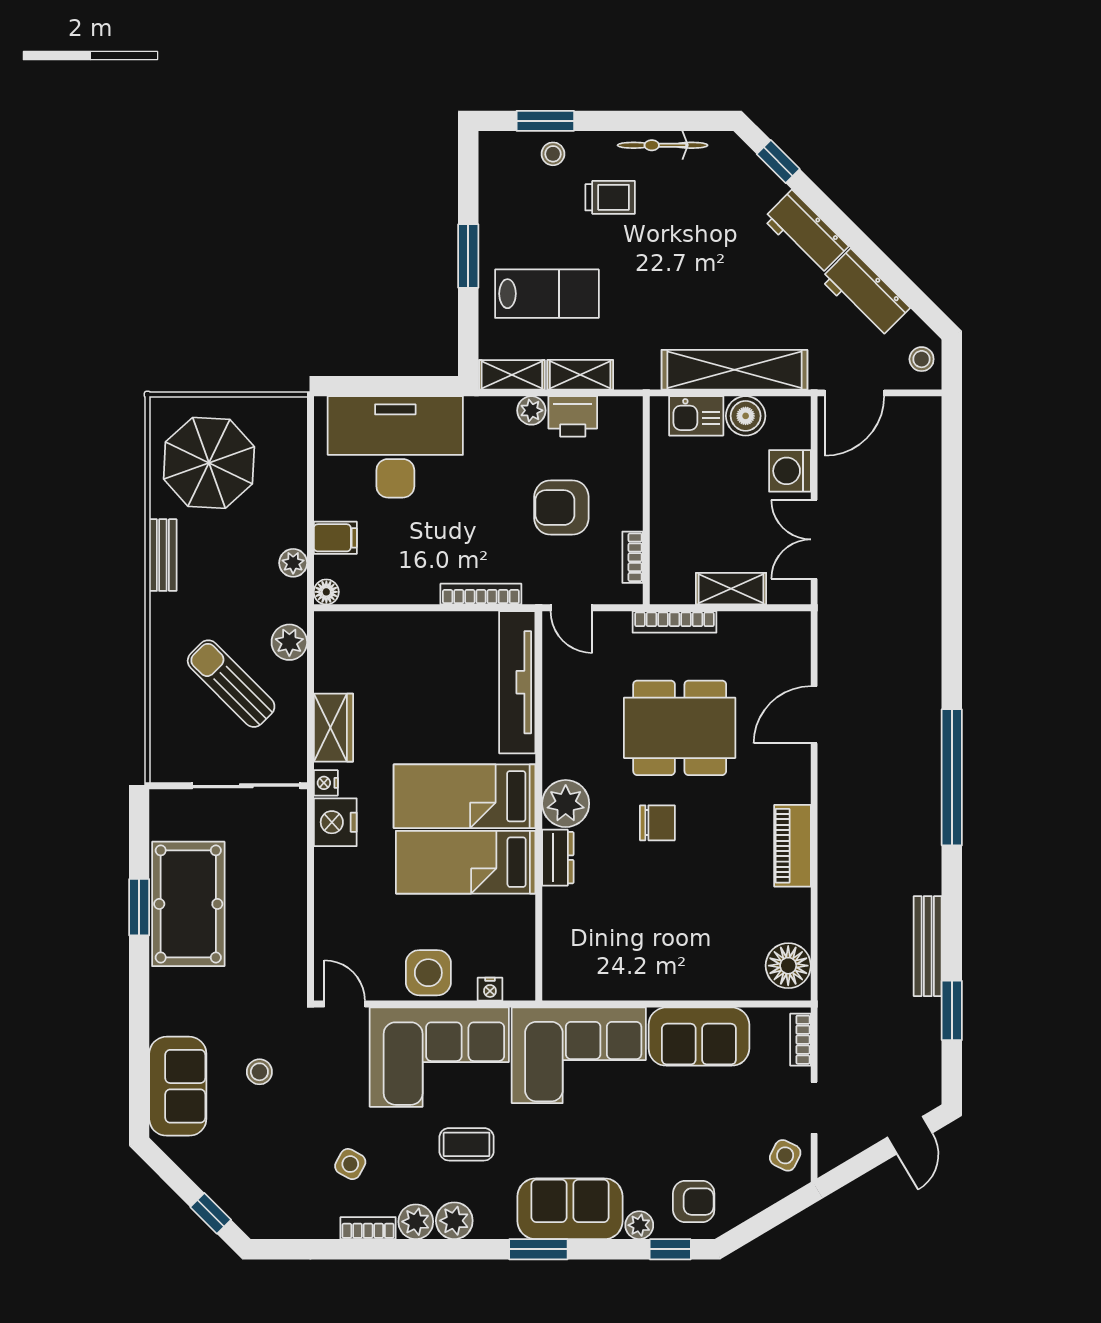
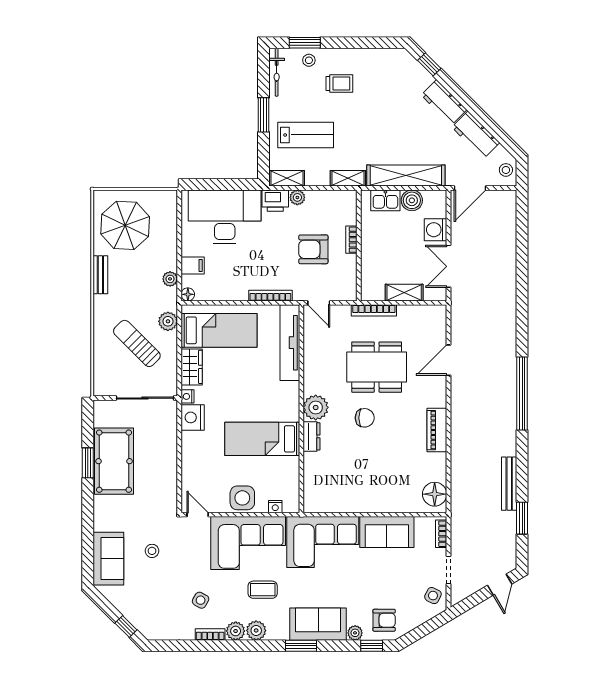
bicycle: (663, 145) -> (277, 72), moved, turned -90
shelving: (580, 375) -> (348, 178), moved
printer: (573, 416) -> (275, 201), moved
bookcase: (633, 557) -> (351, 240), moved
bed: (465, 796) -> (219, 330), moved, turned 180

